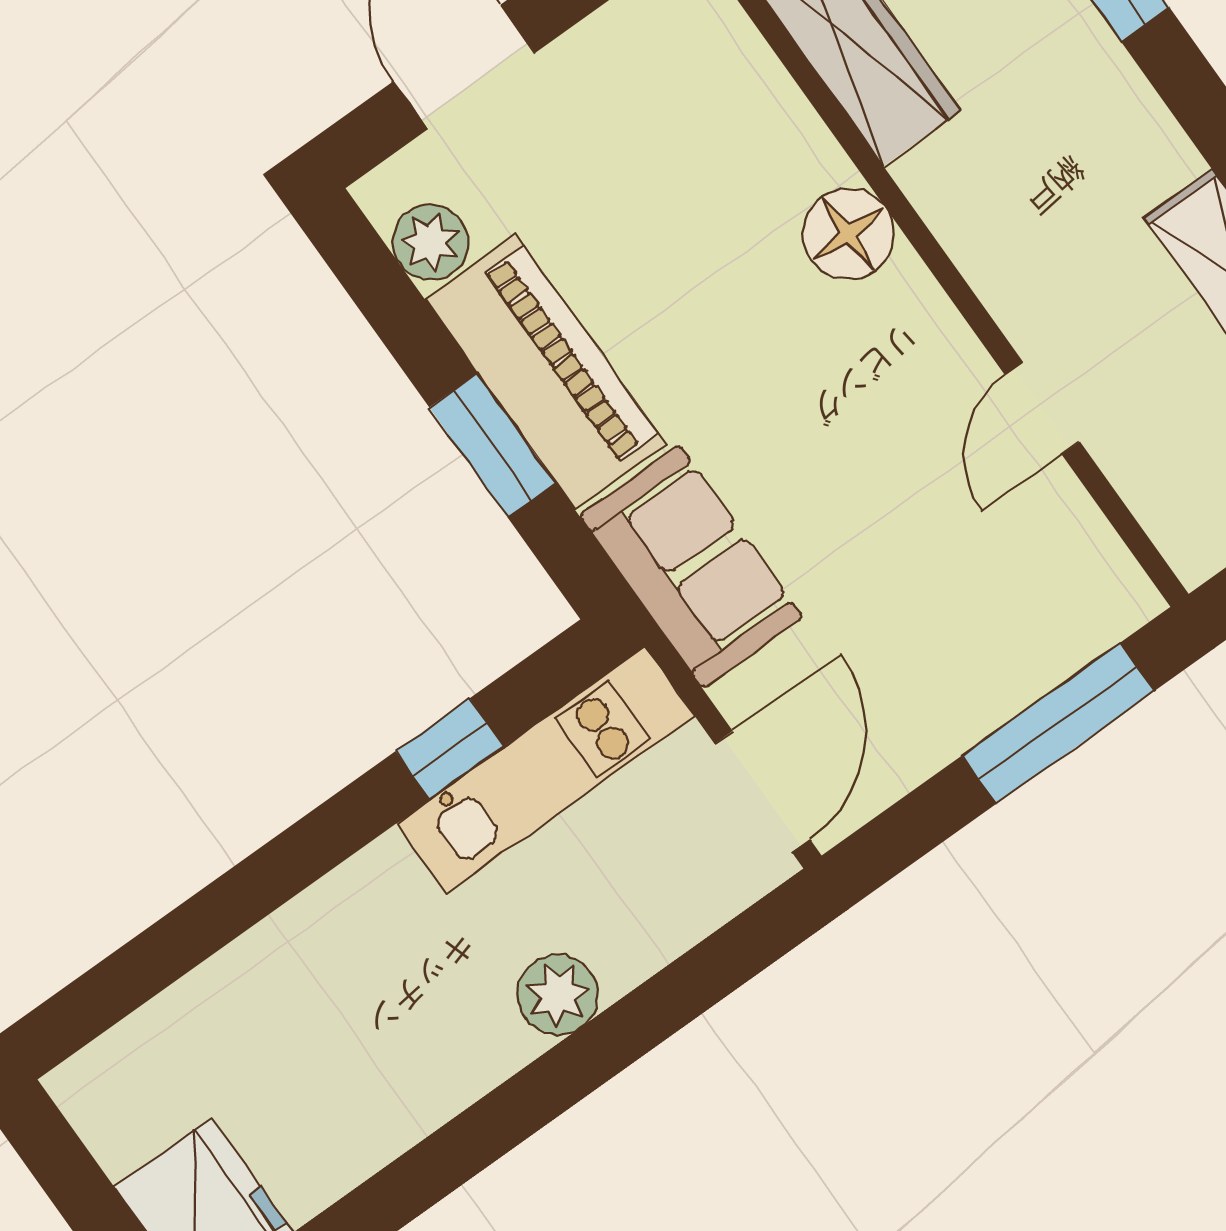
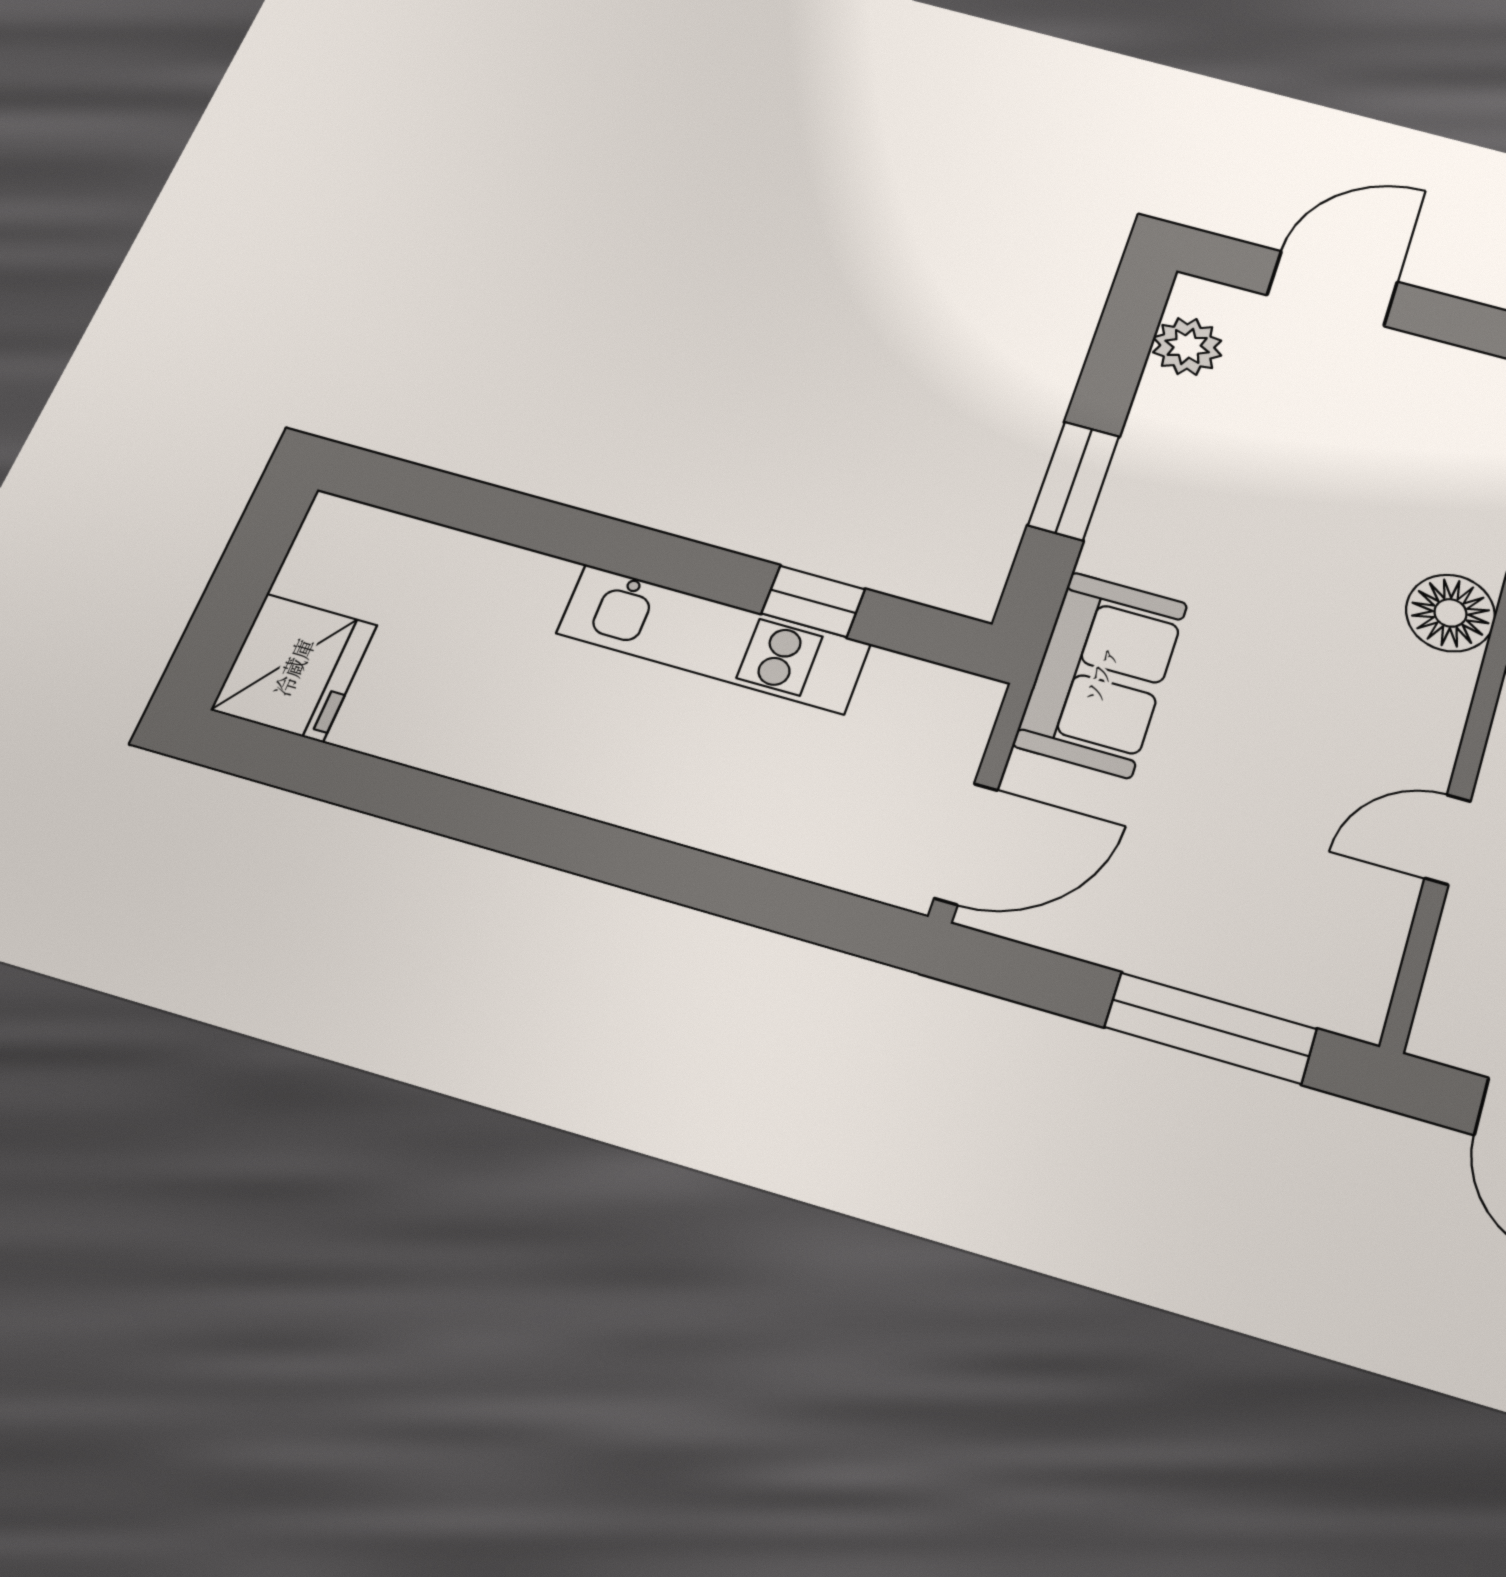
piano: (545, 372) -> (1160, 480), removed
kitchen unit: (545, 770) -> (714, 639), moved
plant: (558, 995) -> (675, 805), removed

